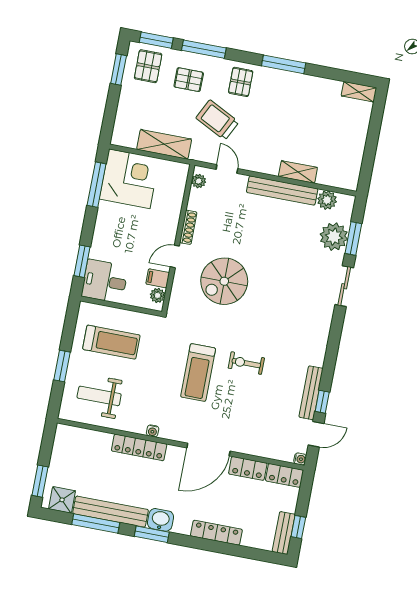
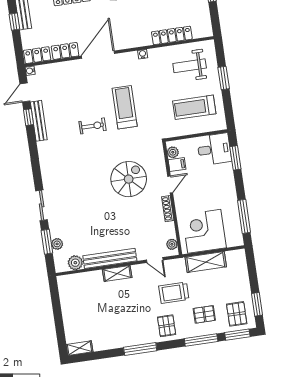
trolley: (217, 120) -> (174, 293), turned 153
shelving: (298, 172) -> (117, 274), moved
corner desk: (129, 179) -> (204, 231), moved, turned 90
plant: (334, 237) -> (57, 244), width x0.53, depth x0.53
weight bench: (99, 396) -> (190, 66), turned 180
locker: (139, 447) -> (172, 35), moved

